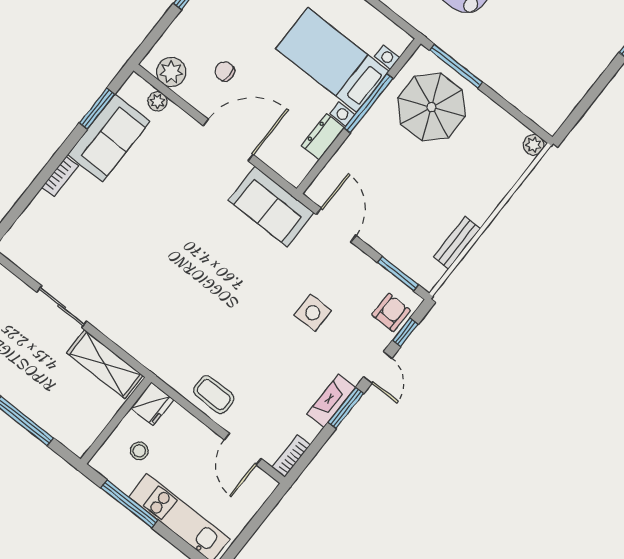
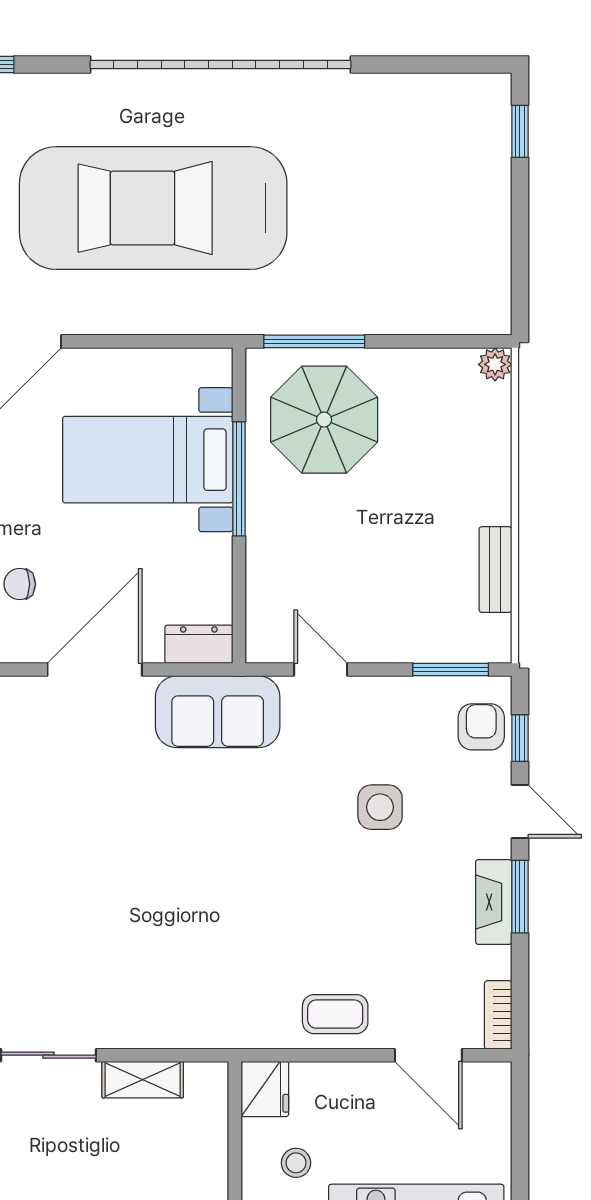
dresser: (323, 137) -> (199, 644), moved, turned 90
door: (336, 225) -> (321, 670), width x0.73
shelving: (105, 364) -> (143, 1080), width x0.67, depth x0.75

